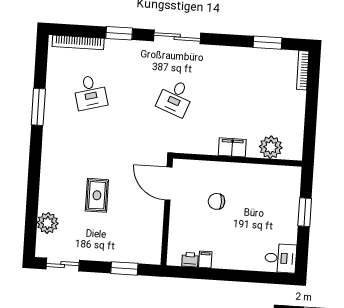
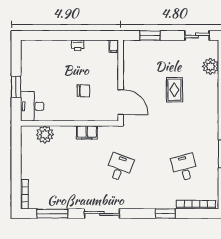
sliding door: (177, 37) -> (102, 214), moved
window: (268, 43) -> (52, 214), width x1.44
filing cabinet: (232, 147) -> (87, 132), moved
desk: (281, 258) -> (32, 106), moved, width x1.37
filing cabinet: (205, 259) -> (114, 46), moved
printer: (190, 260) -> (78, 45), moved

